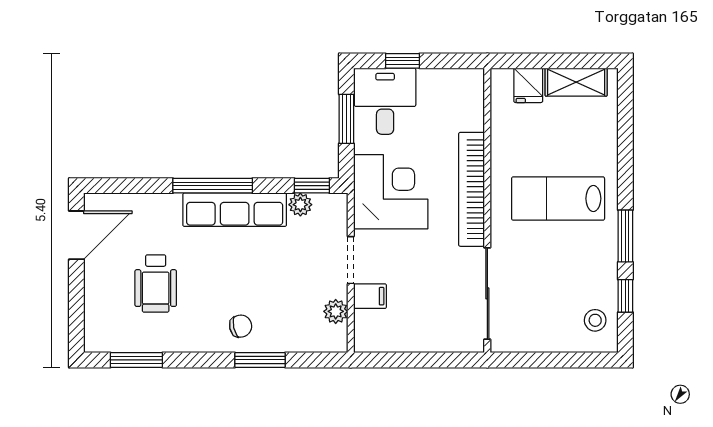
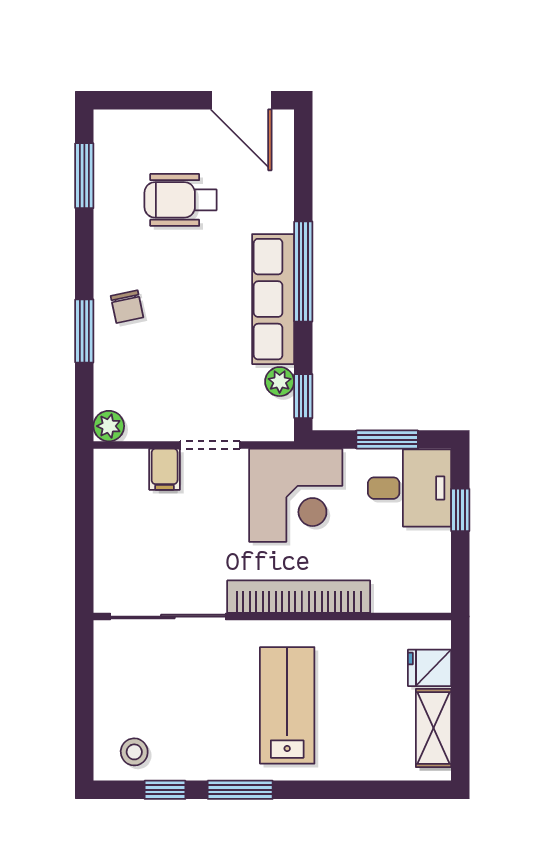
plant: (336, 311) -> (109, 426), moved

